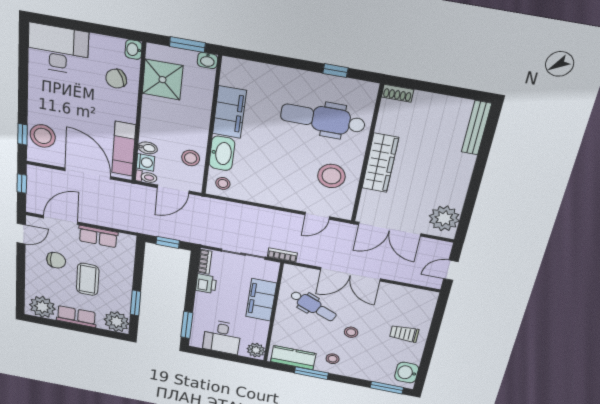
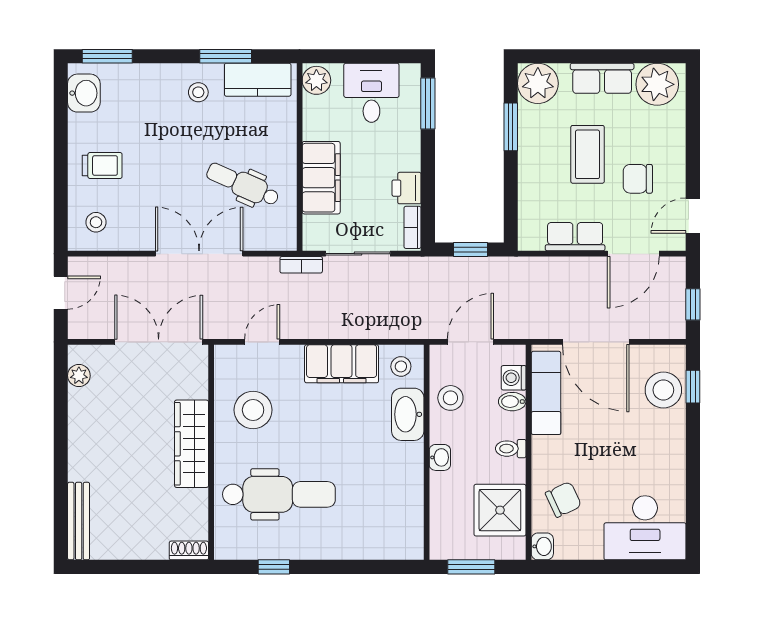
washbasin: (207, 60) -> (440, 457), moved, turned 90
filing cabinet: (229, 112) -> (342, 364), moved, turned -90
toilet: (146, 177) -> (511, 449), moved
plant: (444, 218) -> (79, 376), width x0.53, depth x0.53
stool: (351, 332) -> (96, 222), moved

